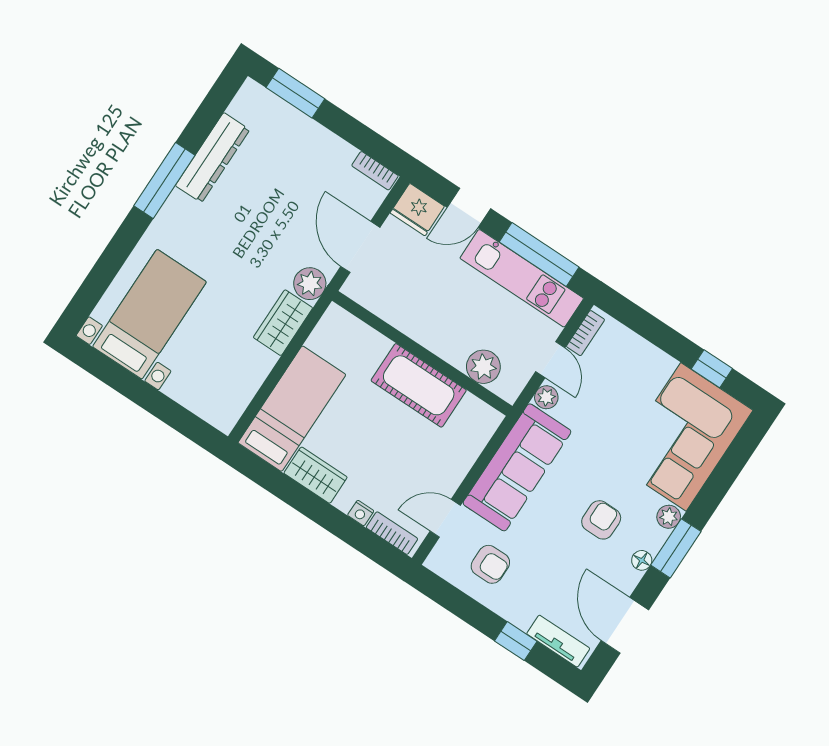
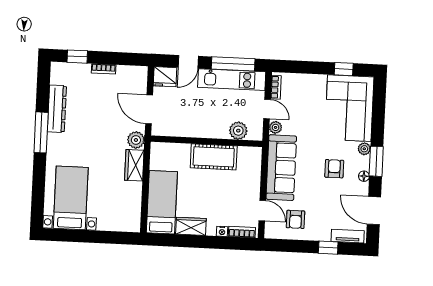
window: (295, 93) -> (77, 57), width x0.67
bookcase: (375, 171) -> (104, 69), moved
door: (445, 518) -> (262, 211), swing flipped
armchair: (490, 564) -> (296, 219), turned 90

